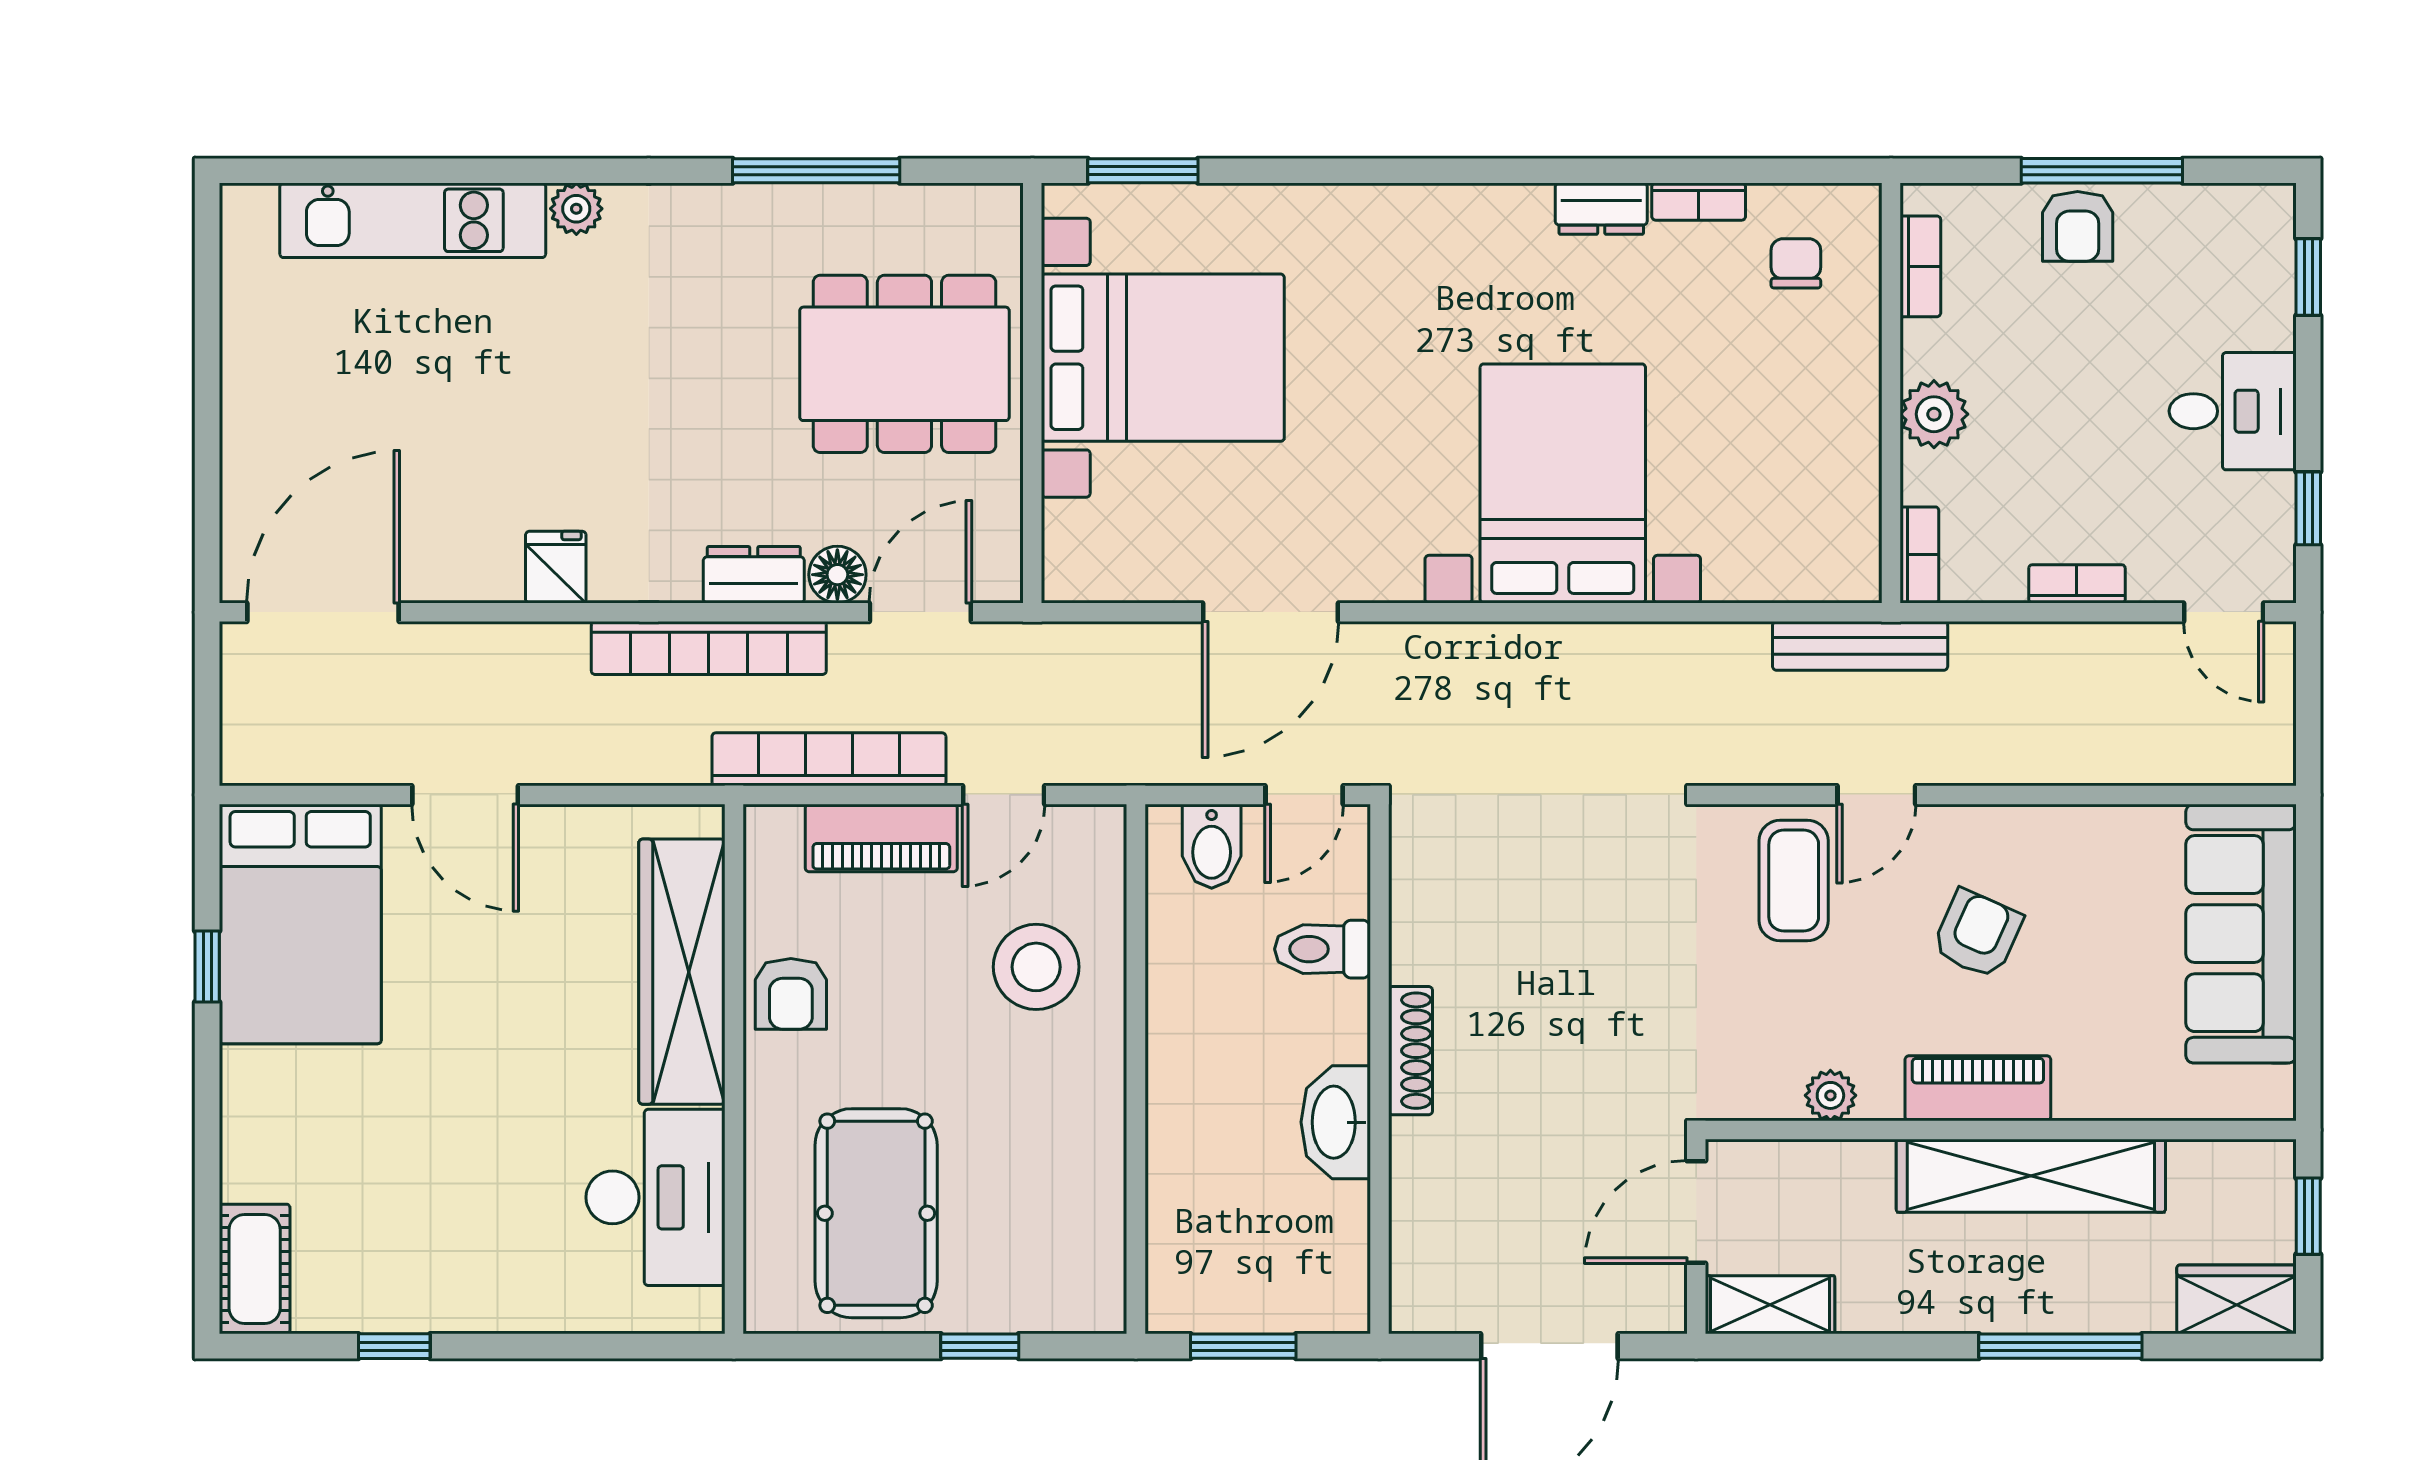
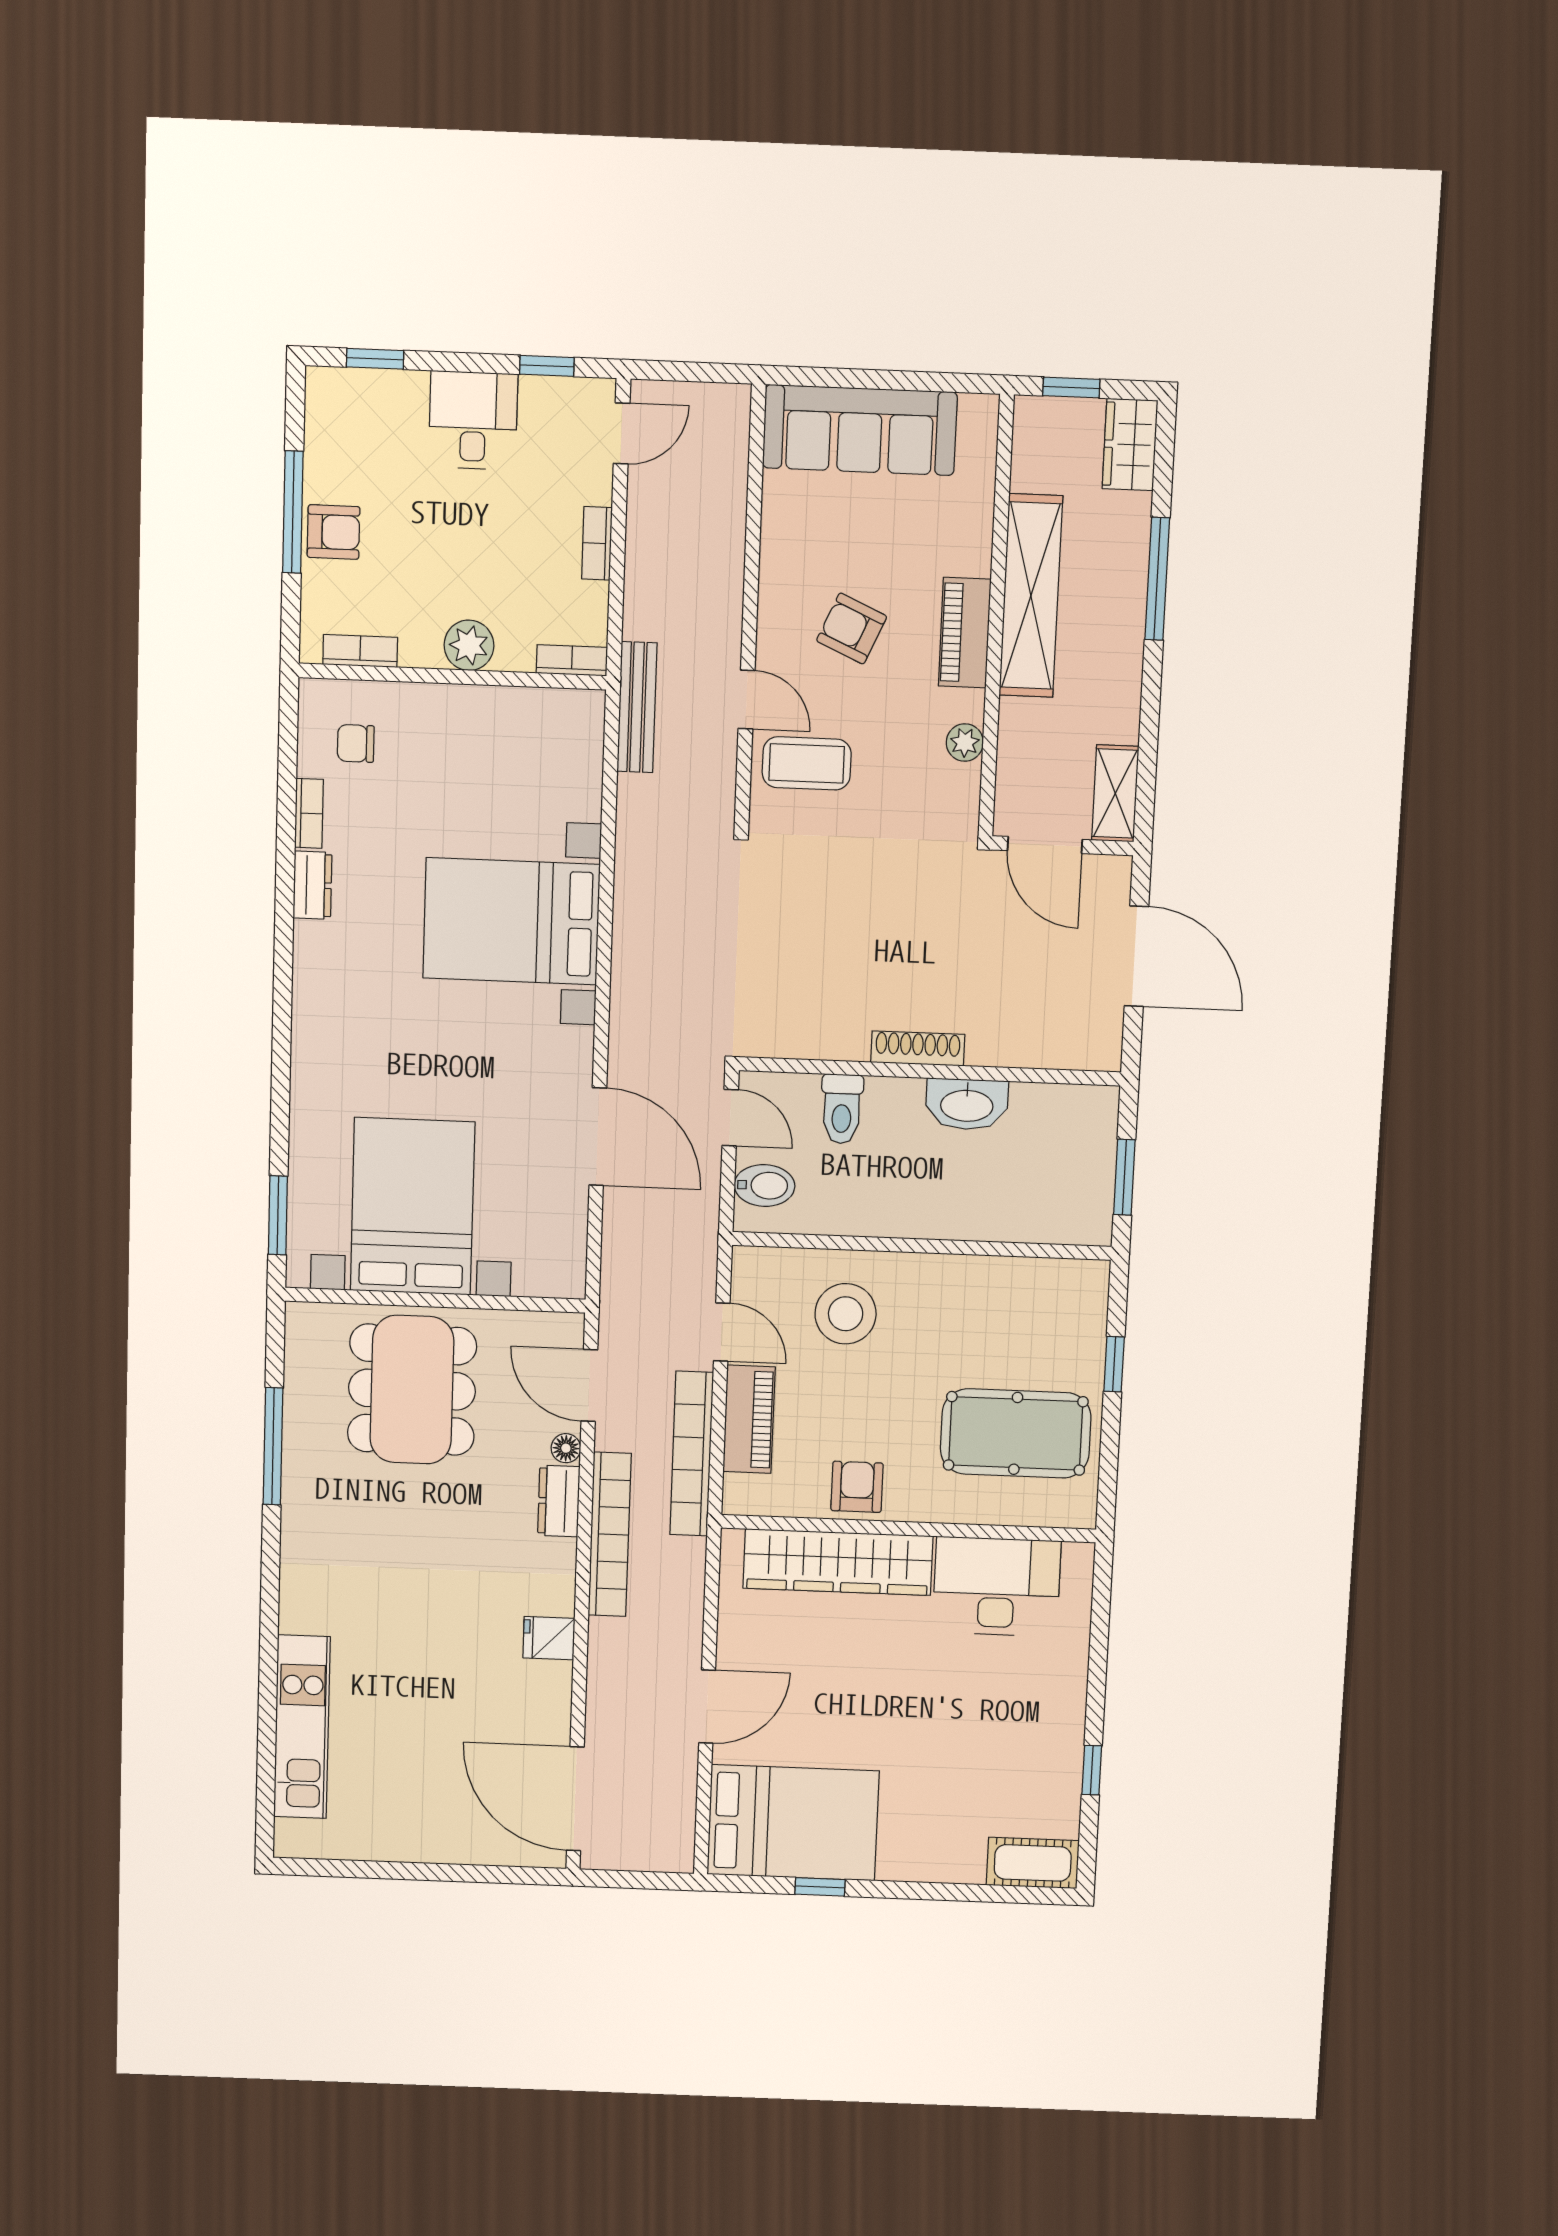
plant: (576, 209) -> (296, 1614), removed
floor lamp: (837, 575) -> (566, 1448), width x0.73, depth x0.73
armchair: (791, 994) -> (857, 1487), turned -90

